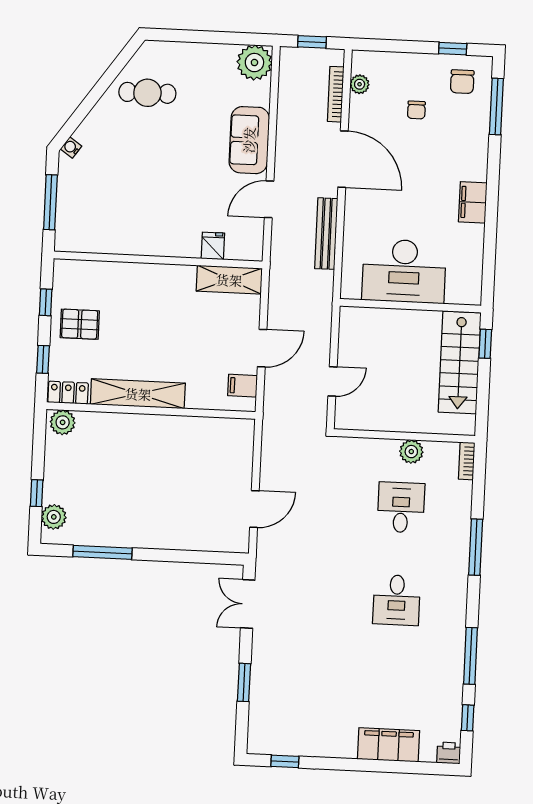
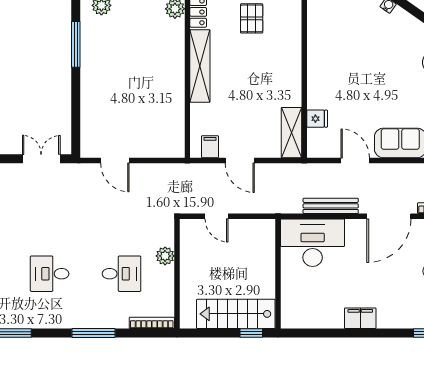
desk: (404, 271) -> (313, 243), moved, turned 90
plant: (411, 452) -> (165, 256), moved
bookcase: (467, 461) -> (152, 323), width x1.56

